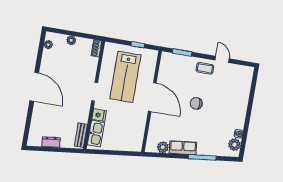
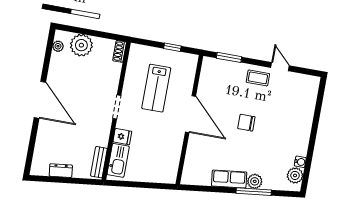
plant: (71, 40) -> (81, 45), width x1.88, depth x1.88
lab bench: (125, 77) -> (156, 88), width x0.73, depth x0.72
plant: (163, 147) -> (255, 181), moved

